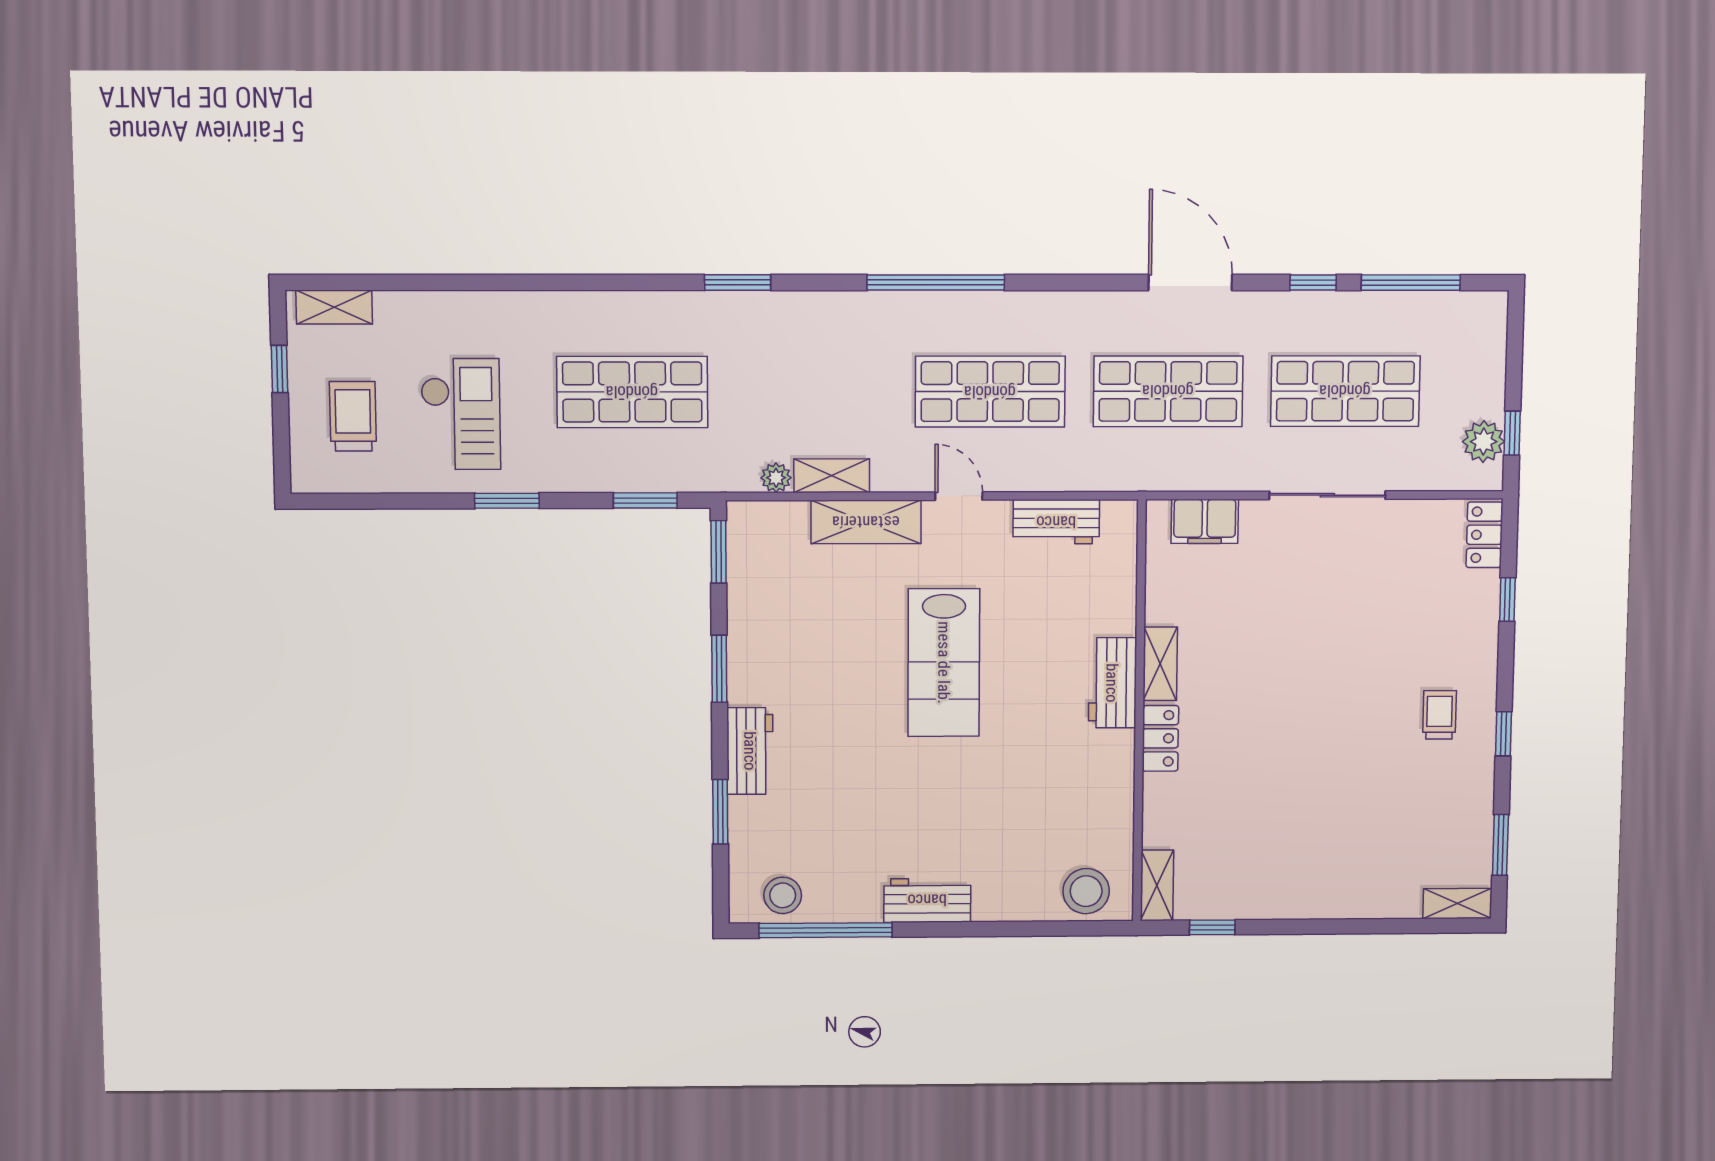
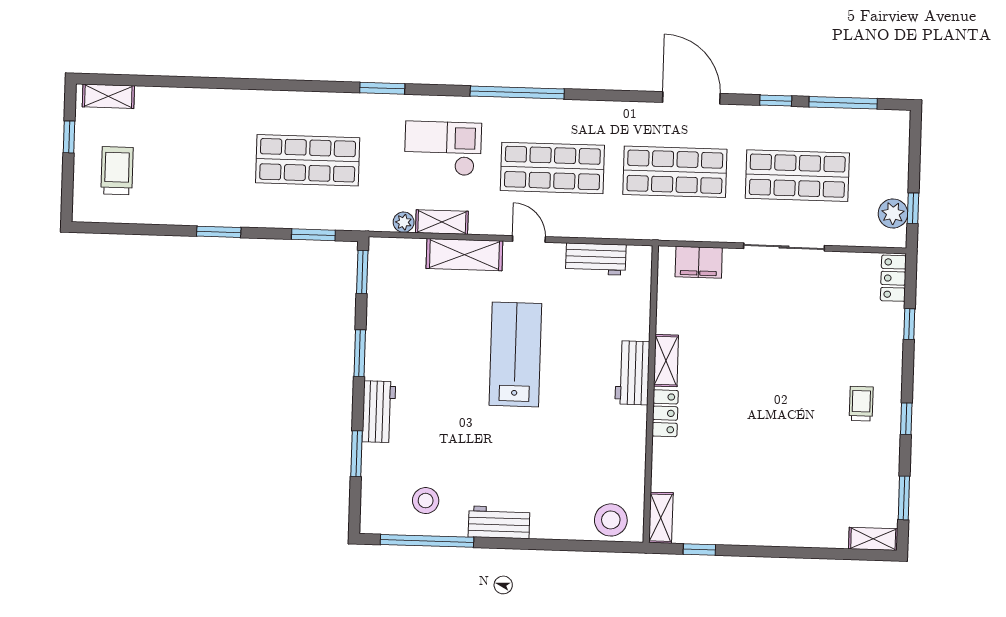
checkout: (461, 414) -> (443, 148), moved, turned -90
lab bench: (944, 663) -> (515, 354), turned 180
stool: (783, 895) -> (426, 501), moved

